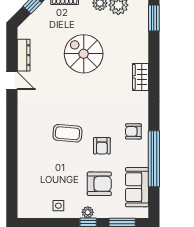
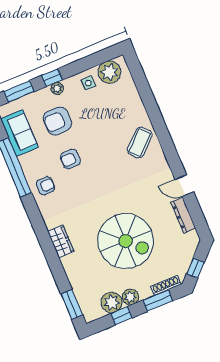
spiral stairs: (84, 54) -> (126, 241), width x1.37, depth x1.37
coffee table: (67, 133) -> (140, 143), moved, turned -48
armchair: (102, 146) -> (70, 159), turned -91
plant: (36, 207) -> (109, 72), added

